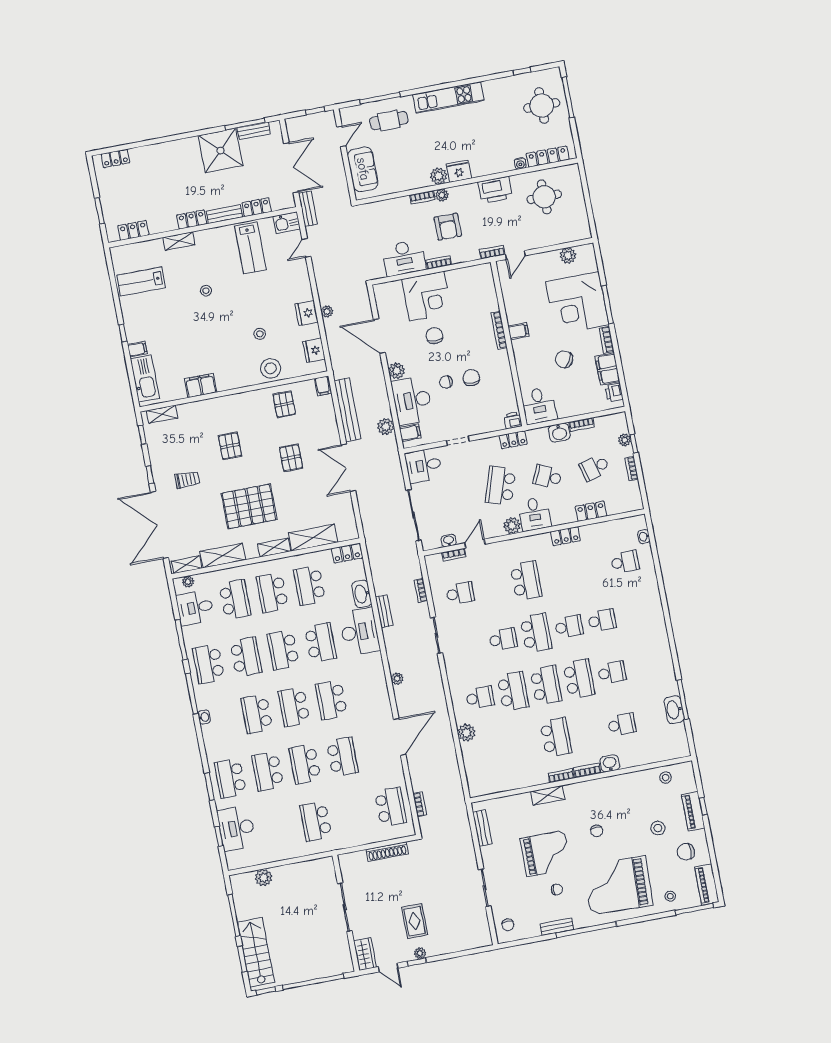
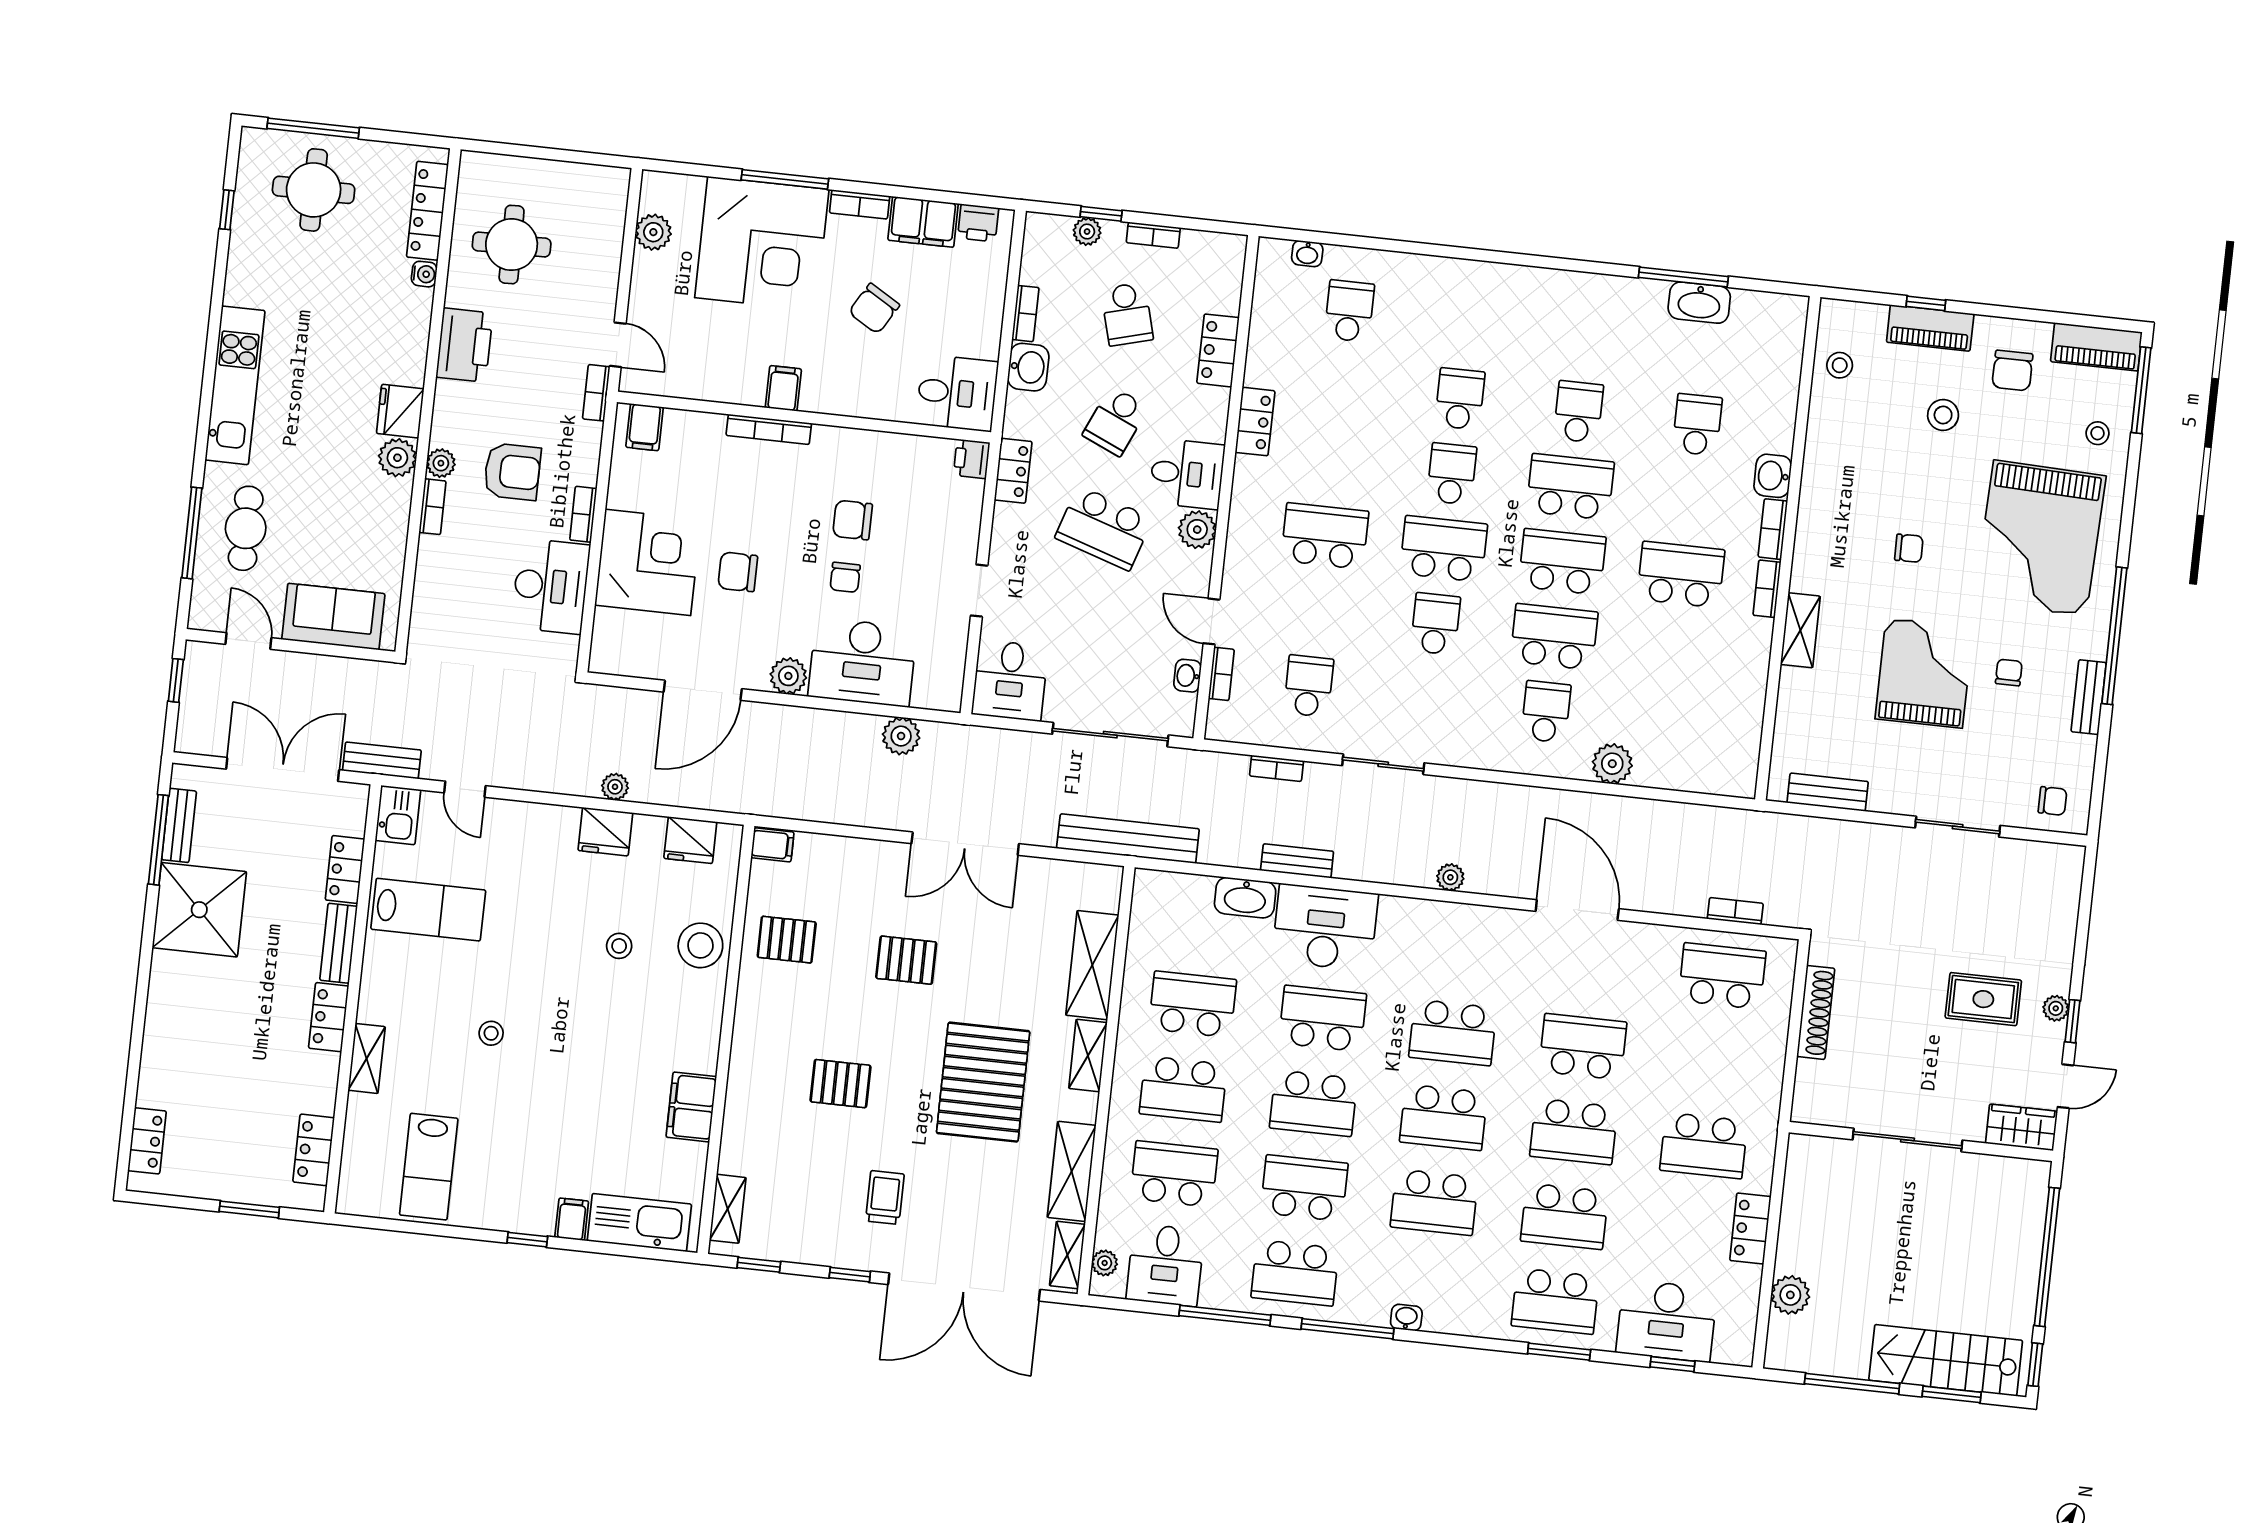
bench: (347, 410) -> (1128, 839), moved
filing cabinet: (410, 433) -> (645, 427), moved, turned 180
locker: (347, 553) -> (1750, 1229), moved, turned 180
school desk: (310, 585) -> (1193, 1004), turned 180

